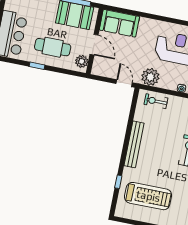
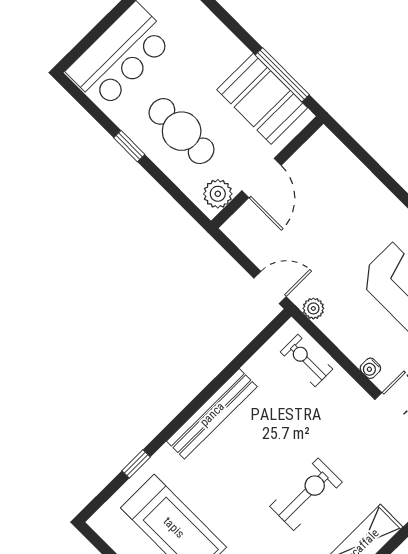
sofa: (119, 23) -> (336, 170), removed
plant: (150, 77) -> (313, 308), width x0.53, depth x0.53
door: (124, 83) -> (270, 287), hinge flipped

